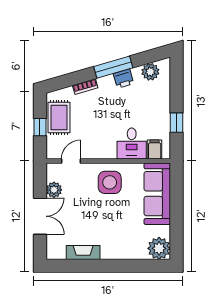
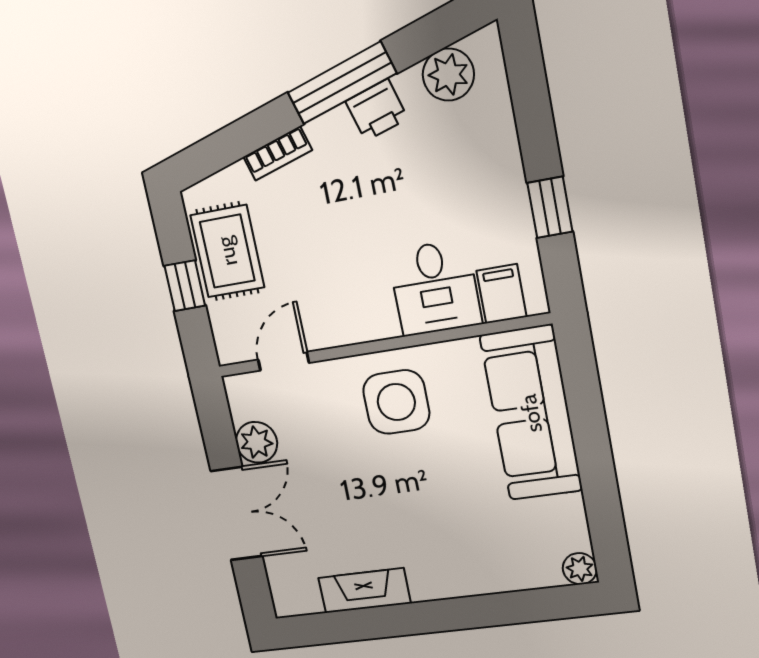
plant: (159, 248) -> (580, 569), width x0.53, depth x0.53

